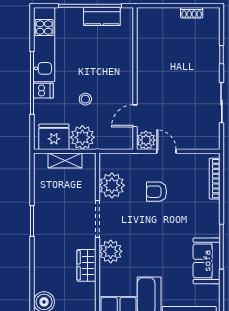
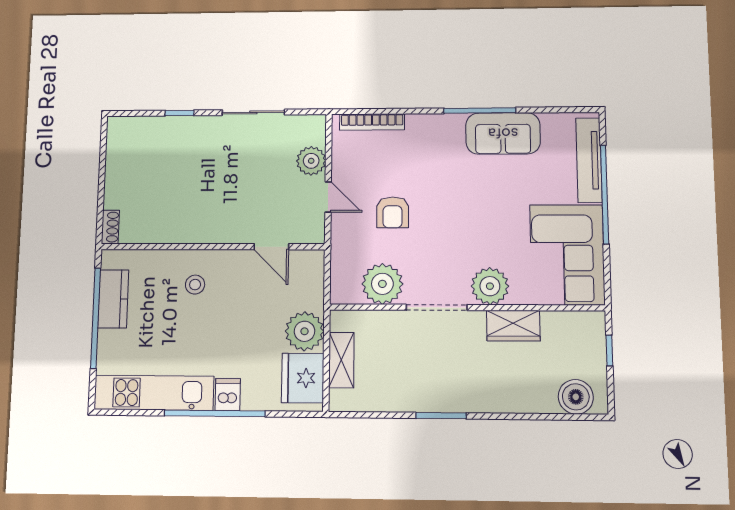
shoe rack: (192, 13) -> (110, 227), moved
stool: (85, 99) -> (195, 285), moved
plant: (146, 140) -> (311, 161), moved
door: (166, 151) -> (328, 197), swing flipped

